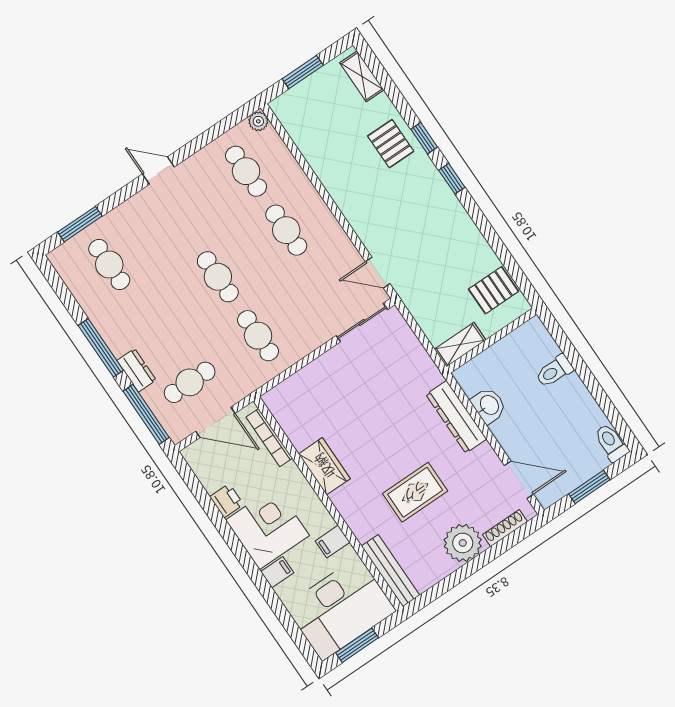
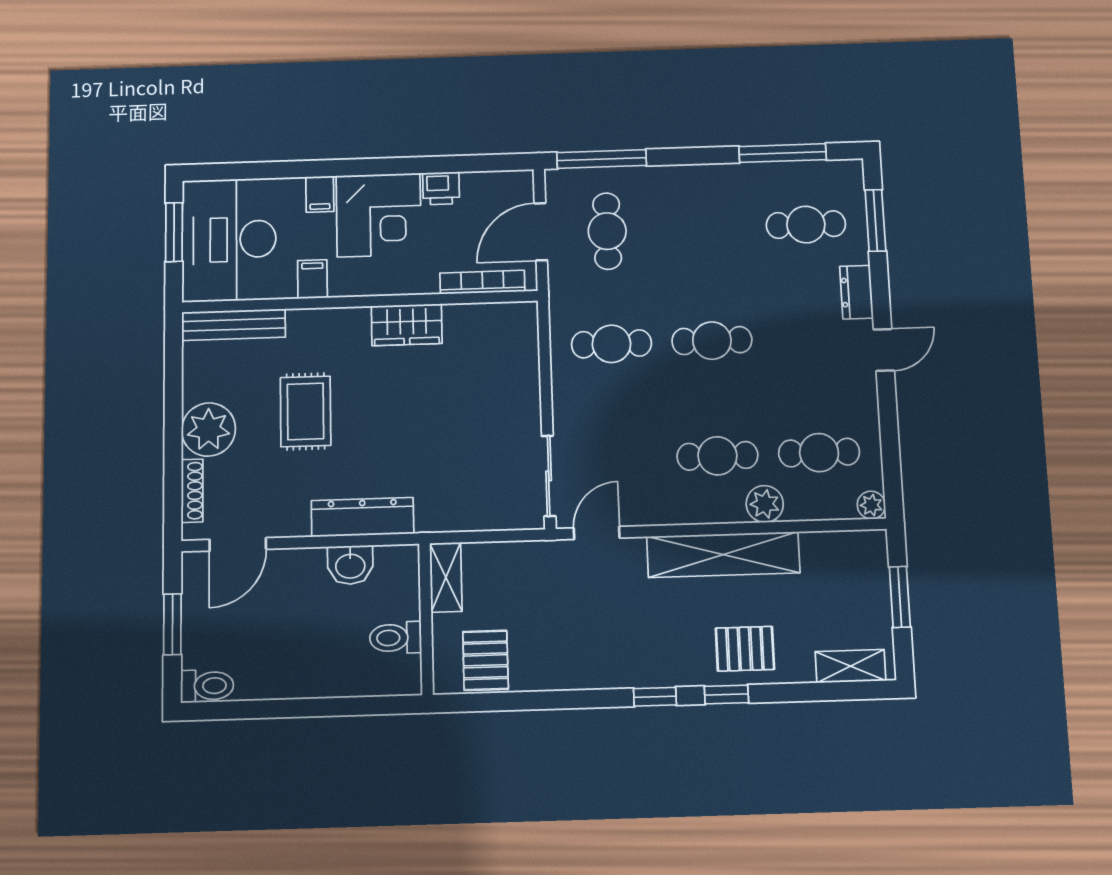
plant: (298, 184) -> (765, 504), added
shelving: (343, 190) -> (723, 555), added
window: (101, 348) -> (783, 153), moved
dresser: (136, 370) -> (856, 292), moved, turned 90
toilet: (554, 371) -> (396, 638), moved, turned -90

